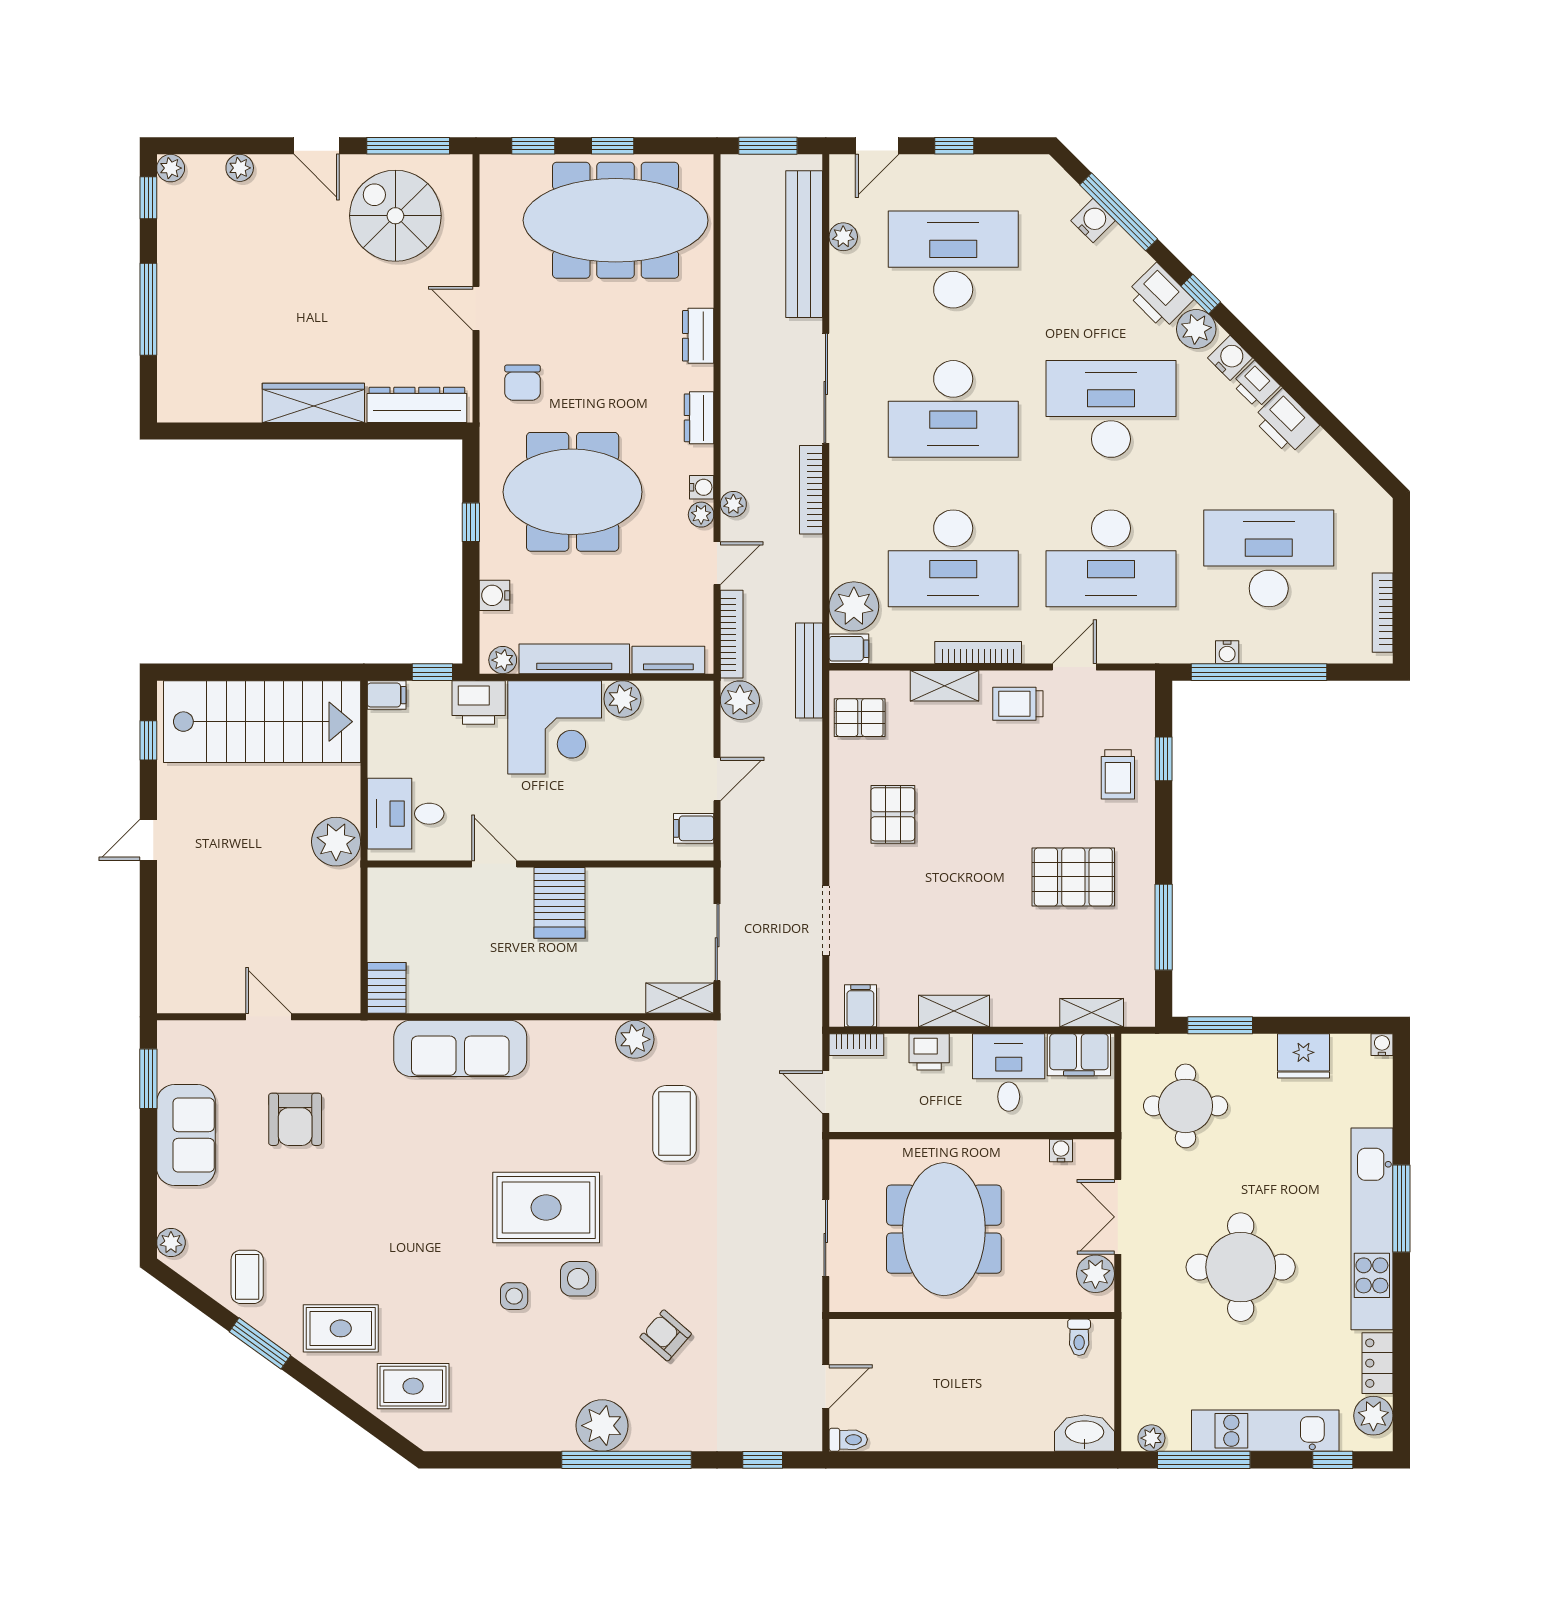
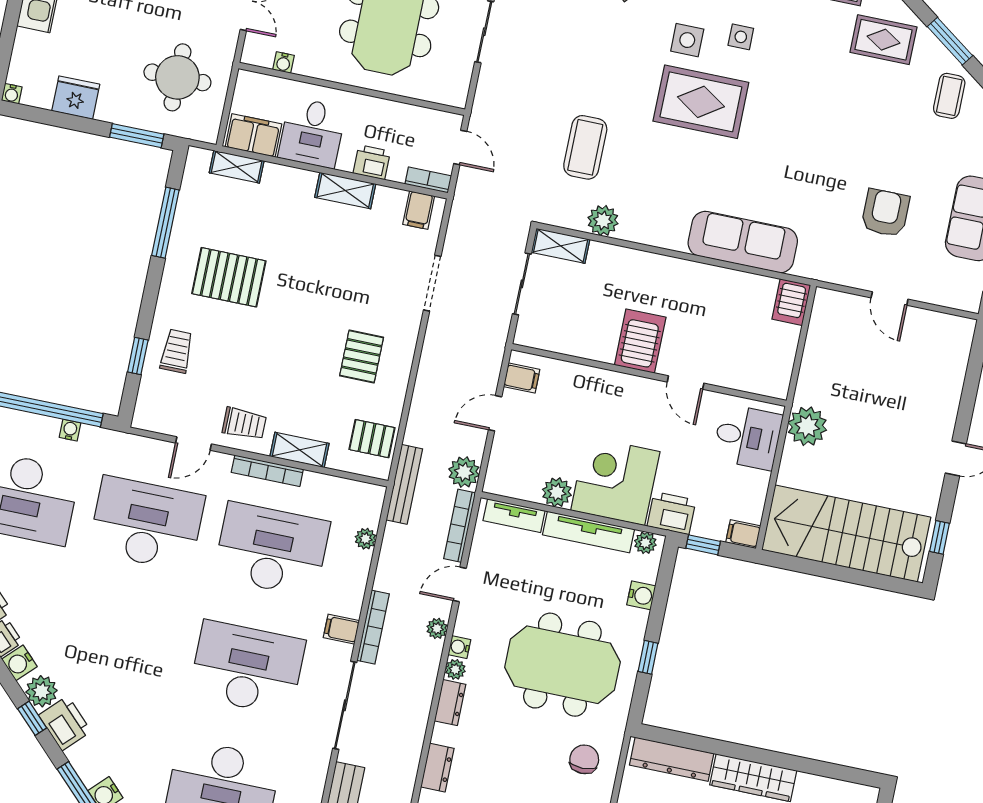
desk: (1111, 409) -> (122, 642), removed
plant: (701, 515) -> (455, 669), moved
plant: (854, 606) -> (366, 539), width x0.53, depth x0.53
filing cabinet: (849, 649) -> (341, 629), moved

